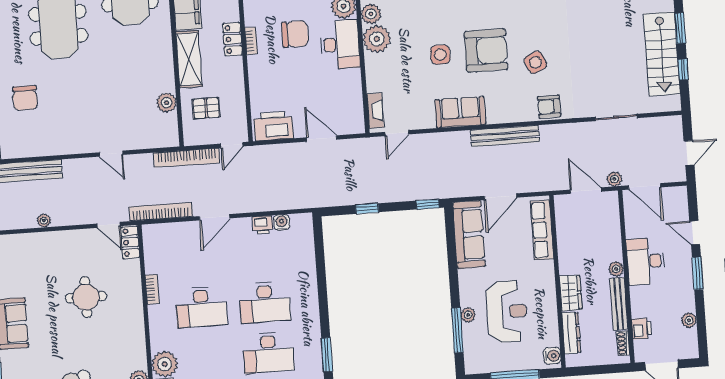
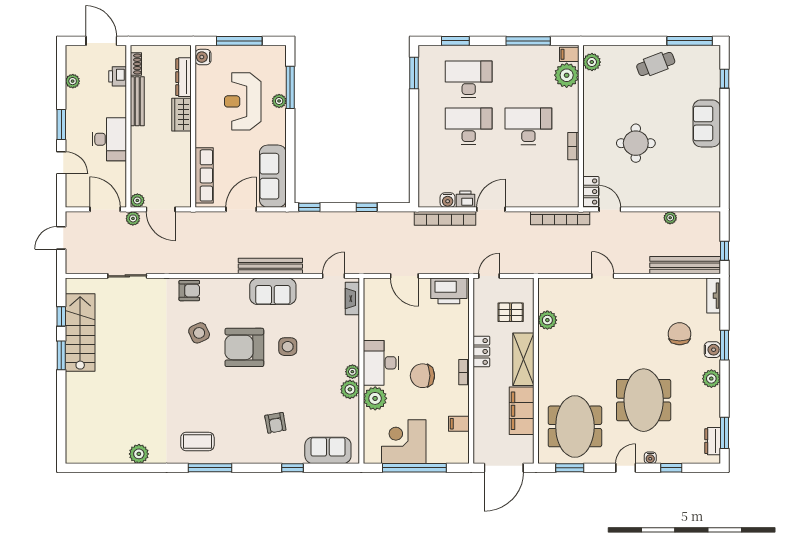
locker: (232, 39) -> (481, 351), moved
plant: (377, 39) -> (352, 372), width x0.53, depth x0.53
bench: (505, 136) -> (270, 266), moved
bookcase: (187, 158) -> (445, 218), moved, turned 180
door: (215, 217) -> (491, 209), moved
plant: (616, 269) -> (137, 200), moved

